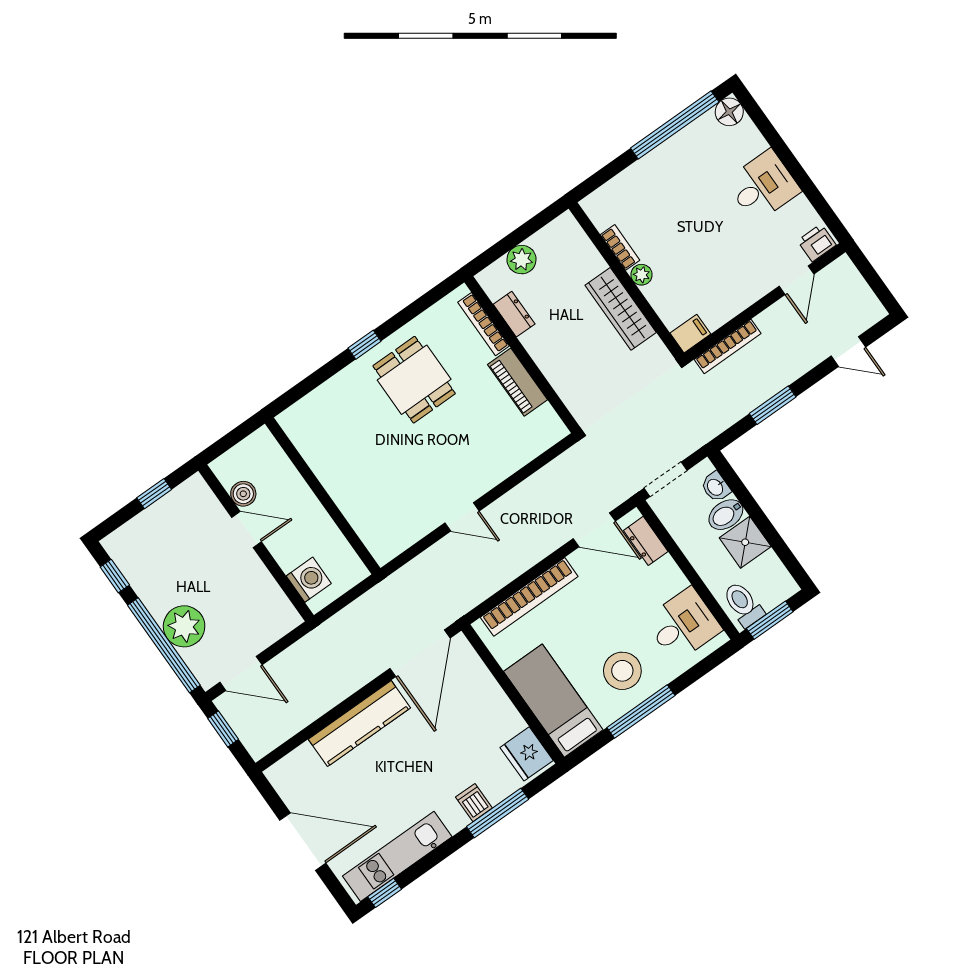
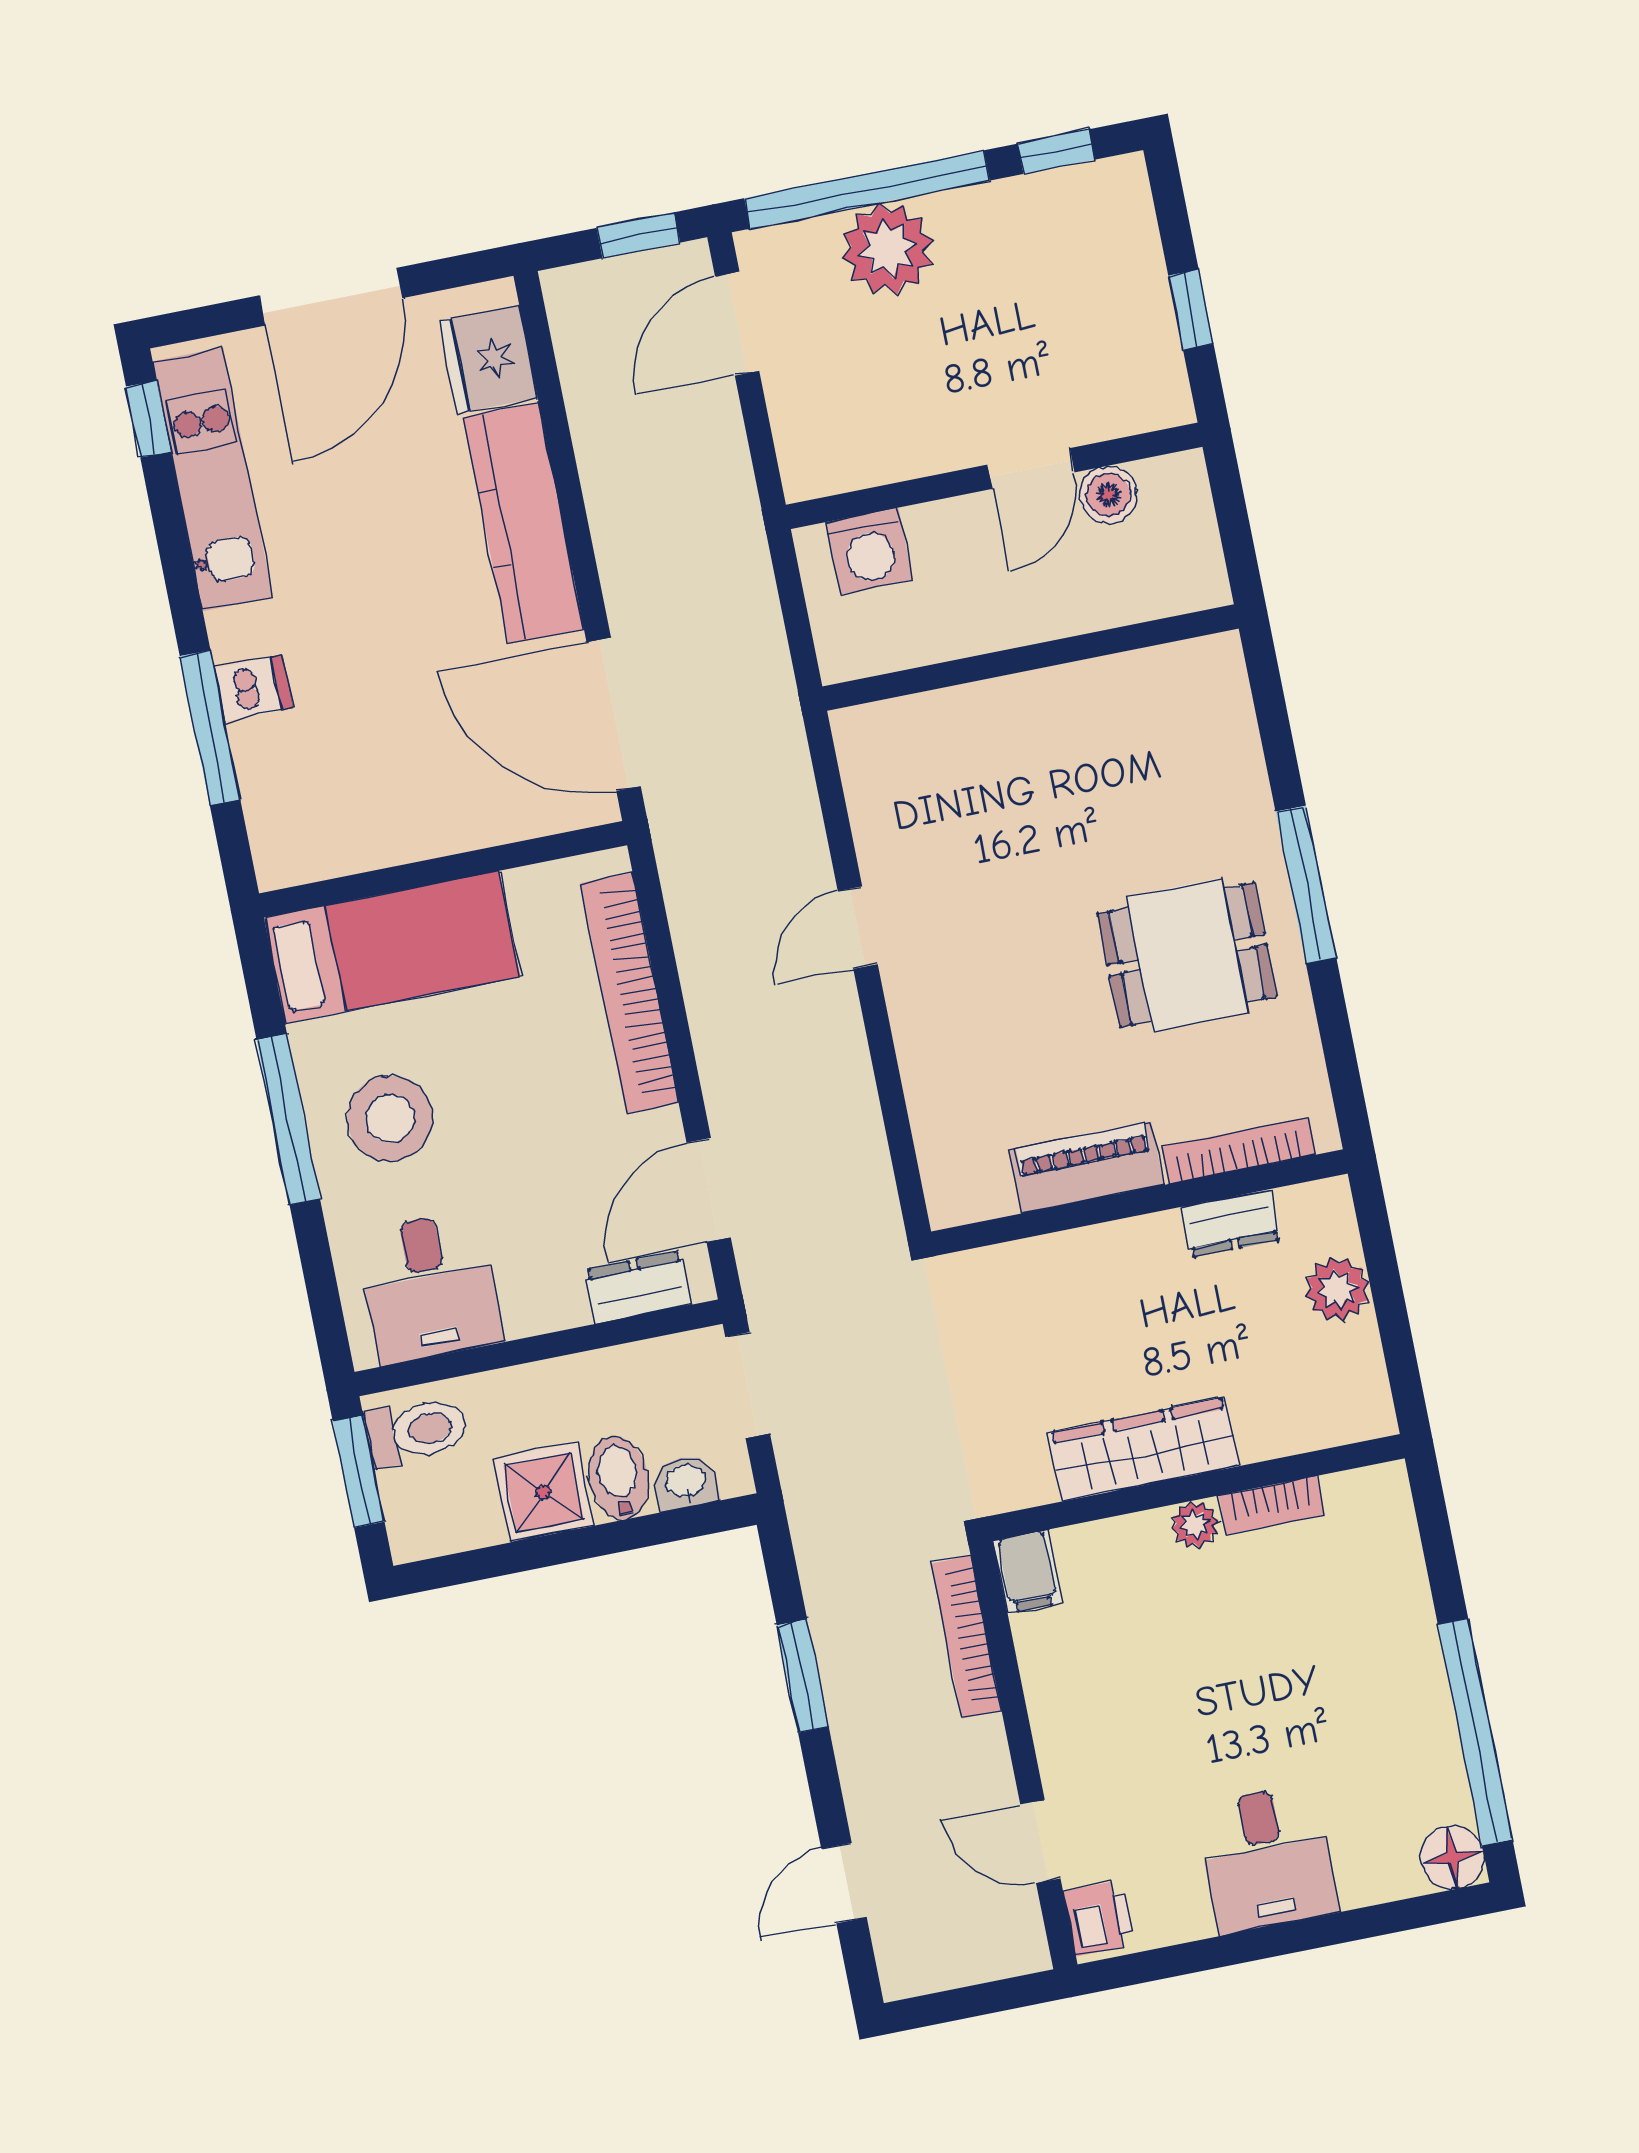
window: (365, 345) -> (1306, 884), width x2.17
fridge: (527, 754) -> (488, 359), moved, turned -90

